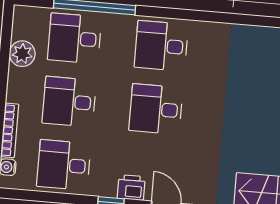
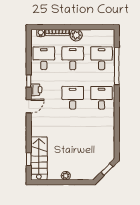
plant: (22, 54) -> (76, 35), moved

